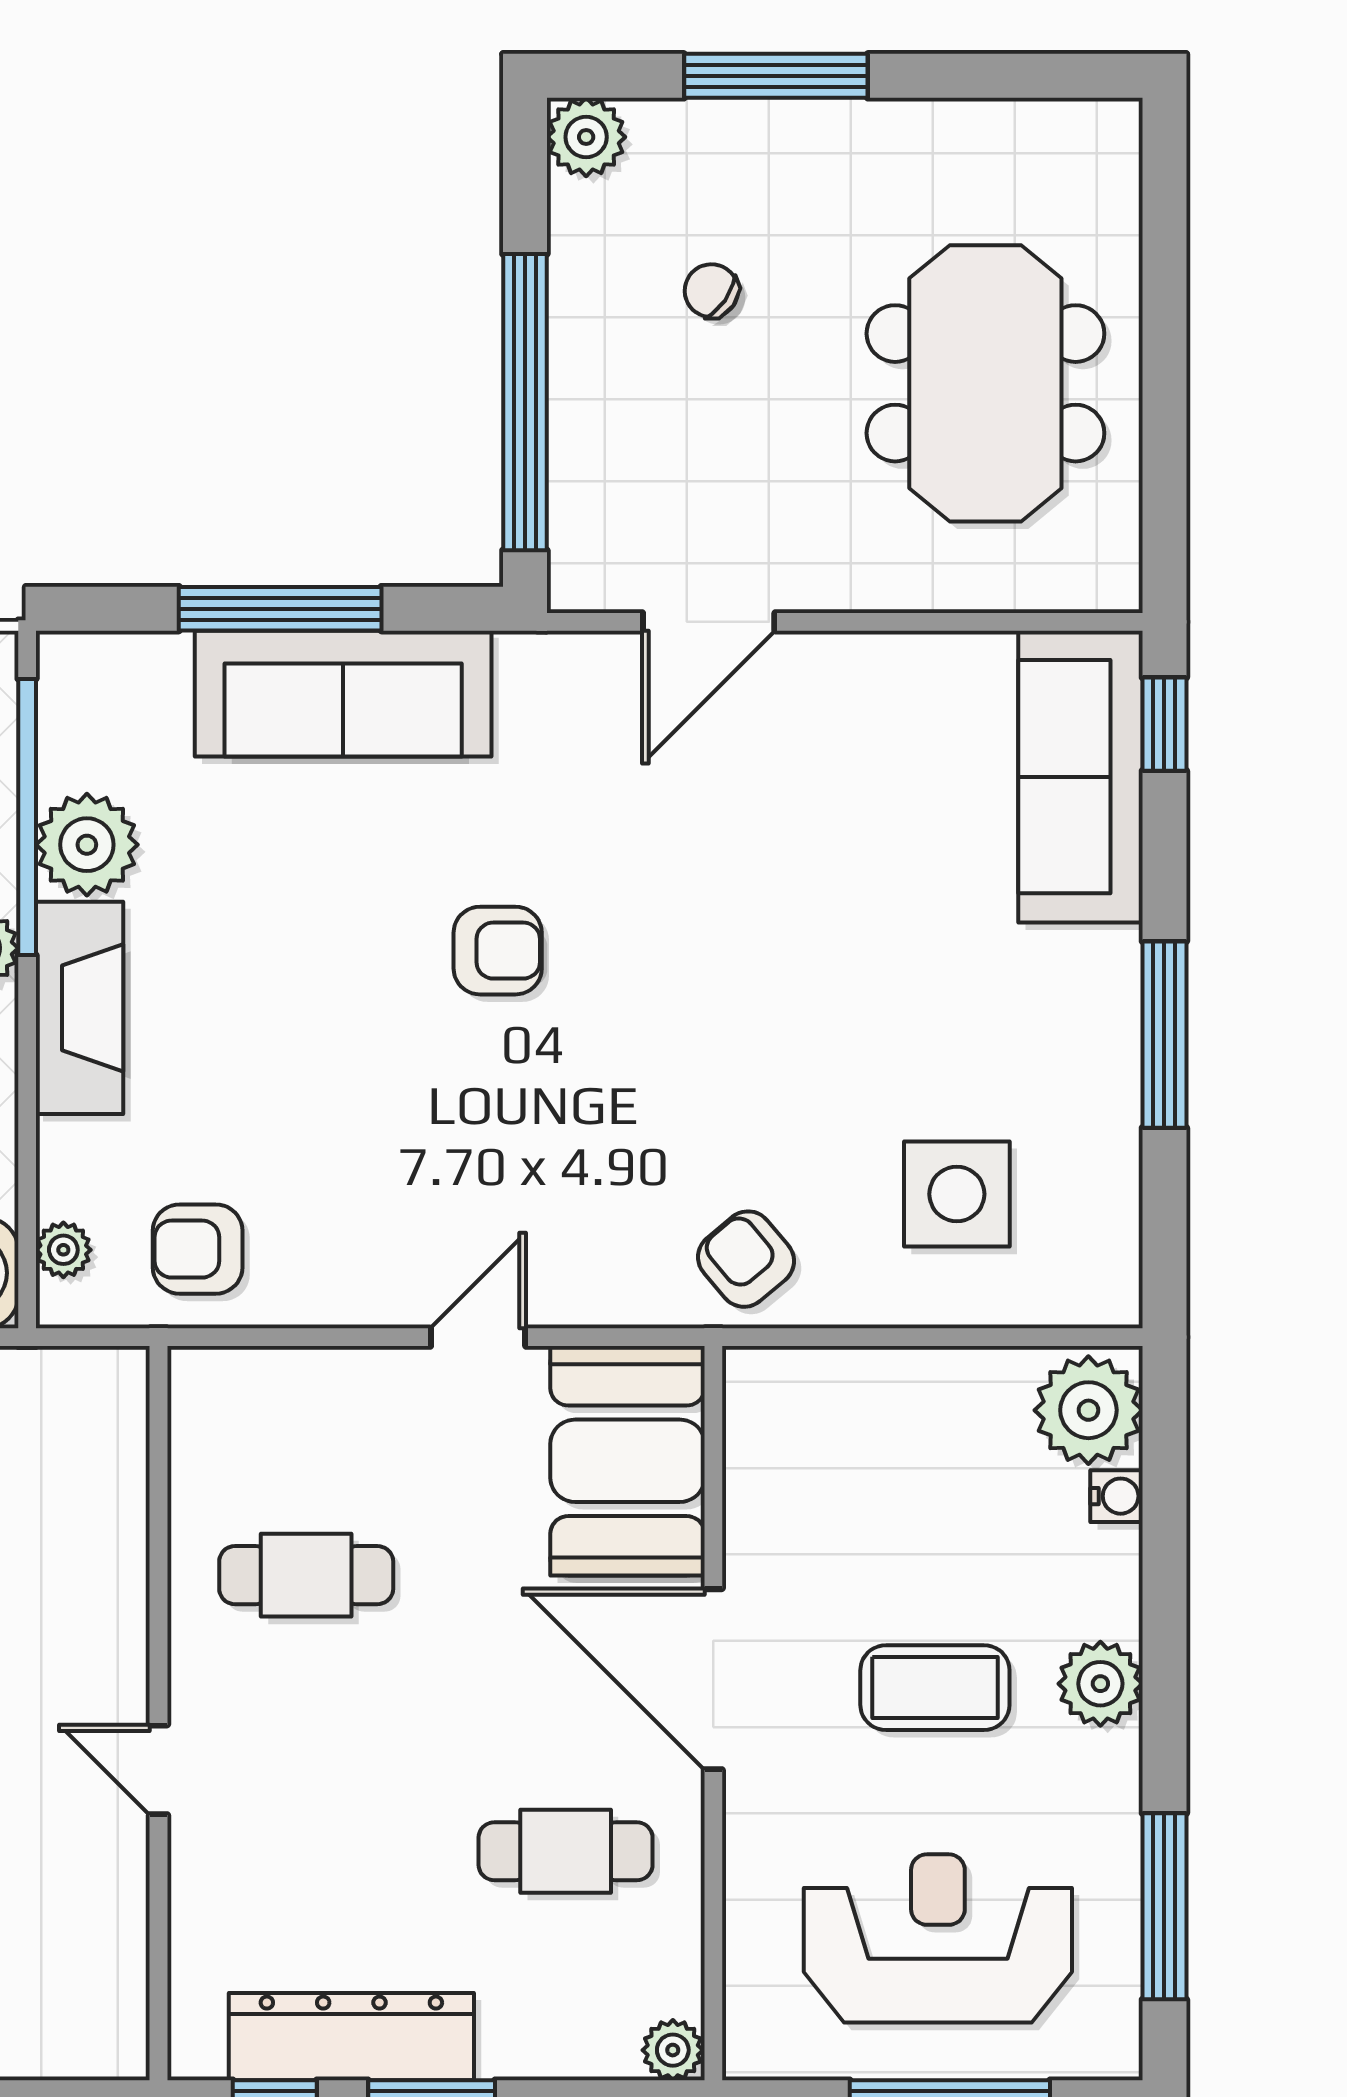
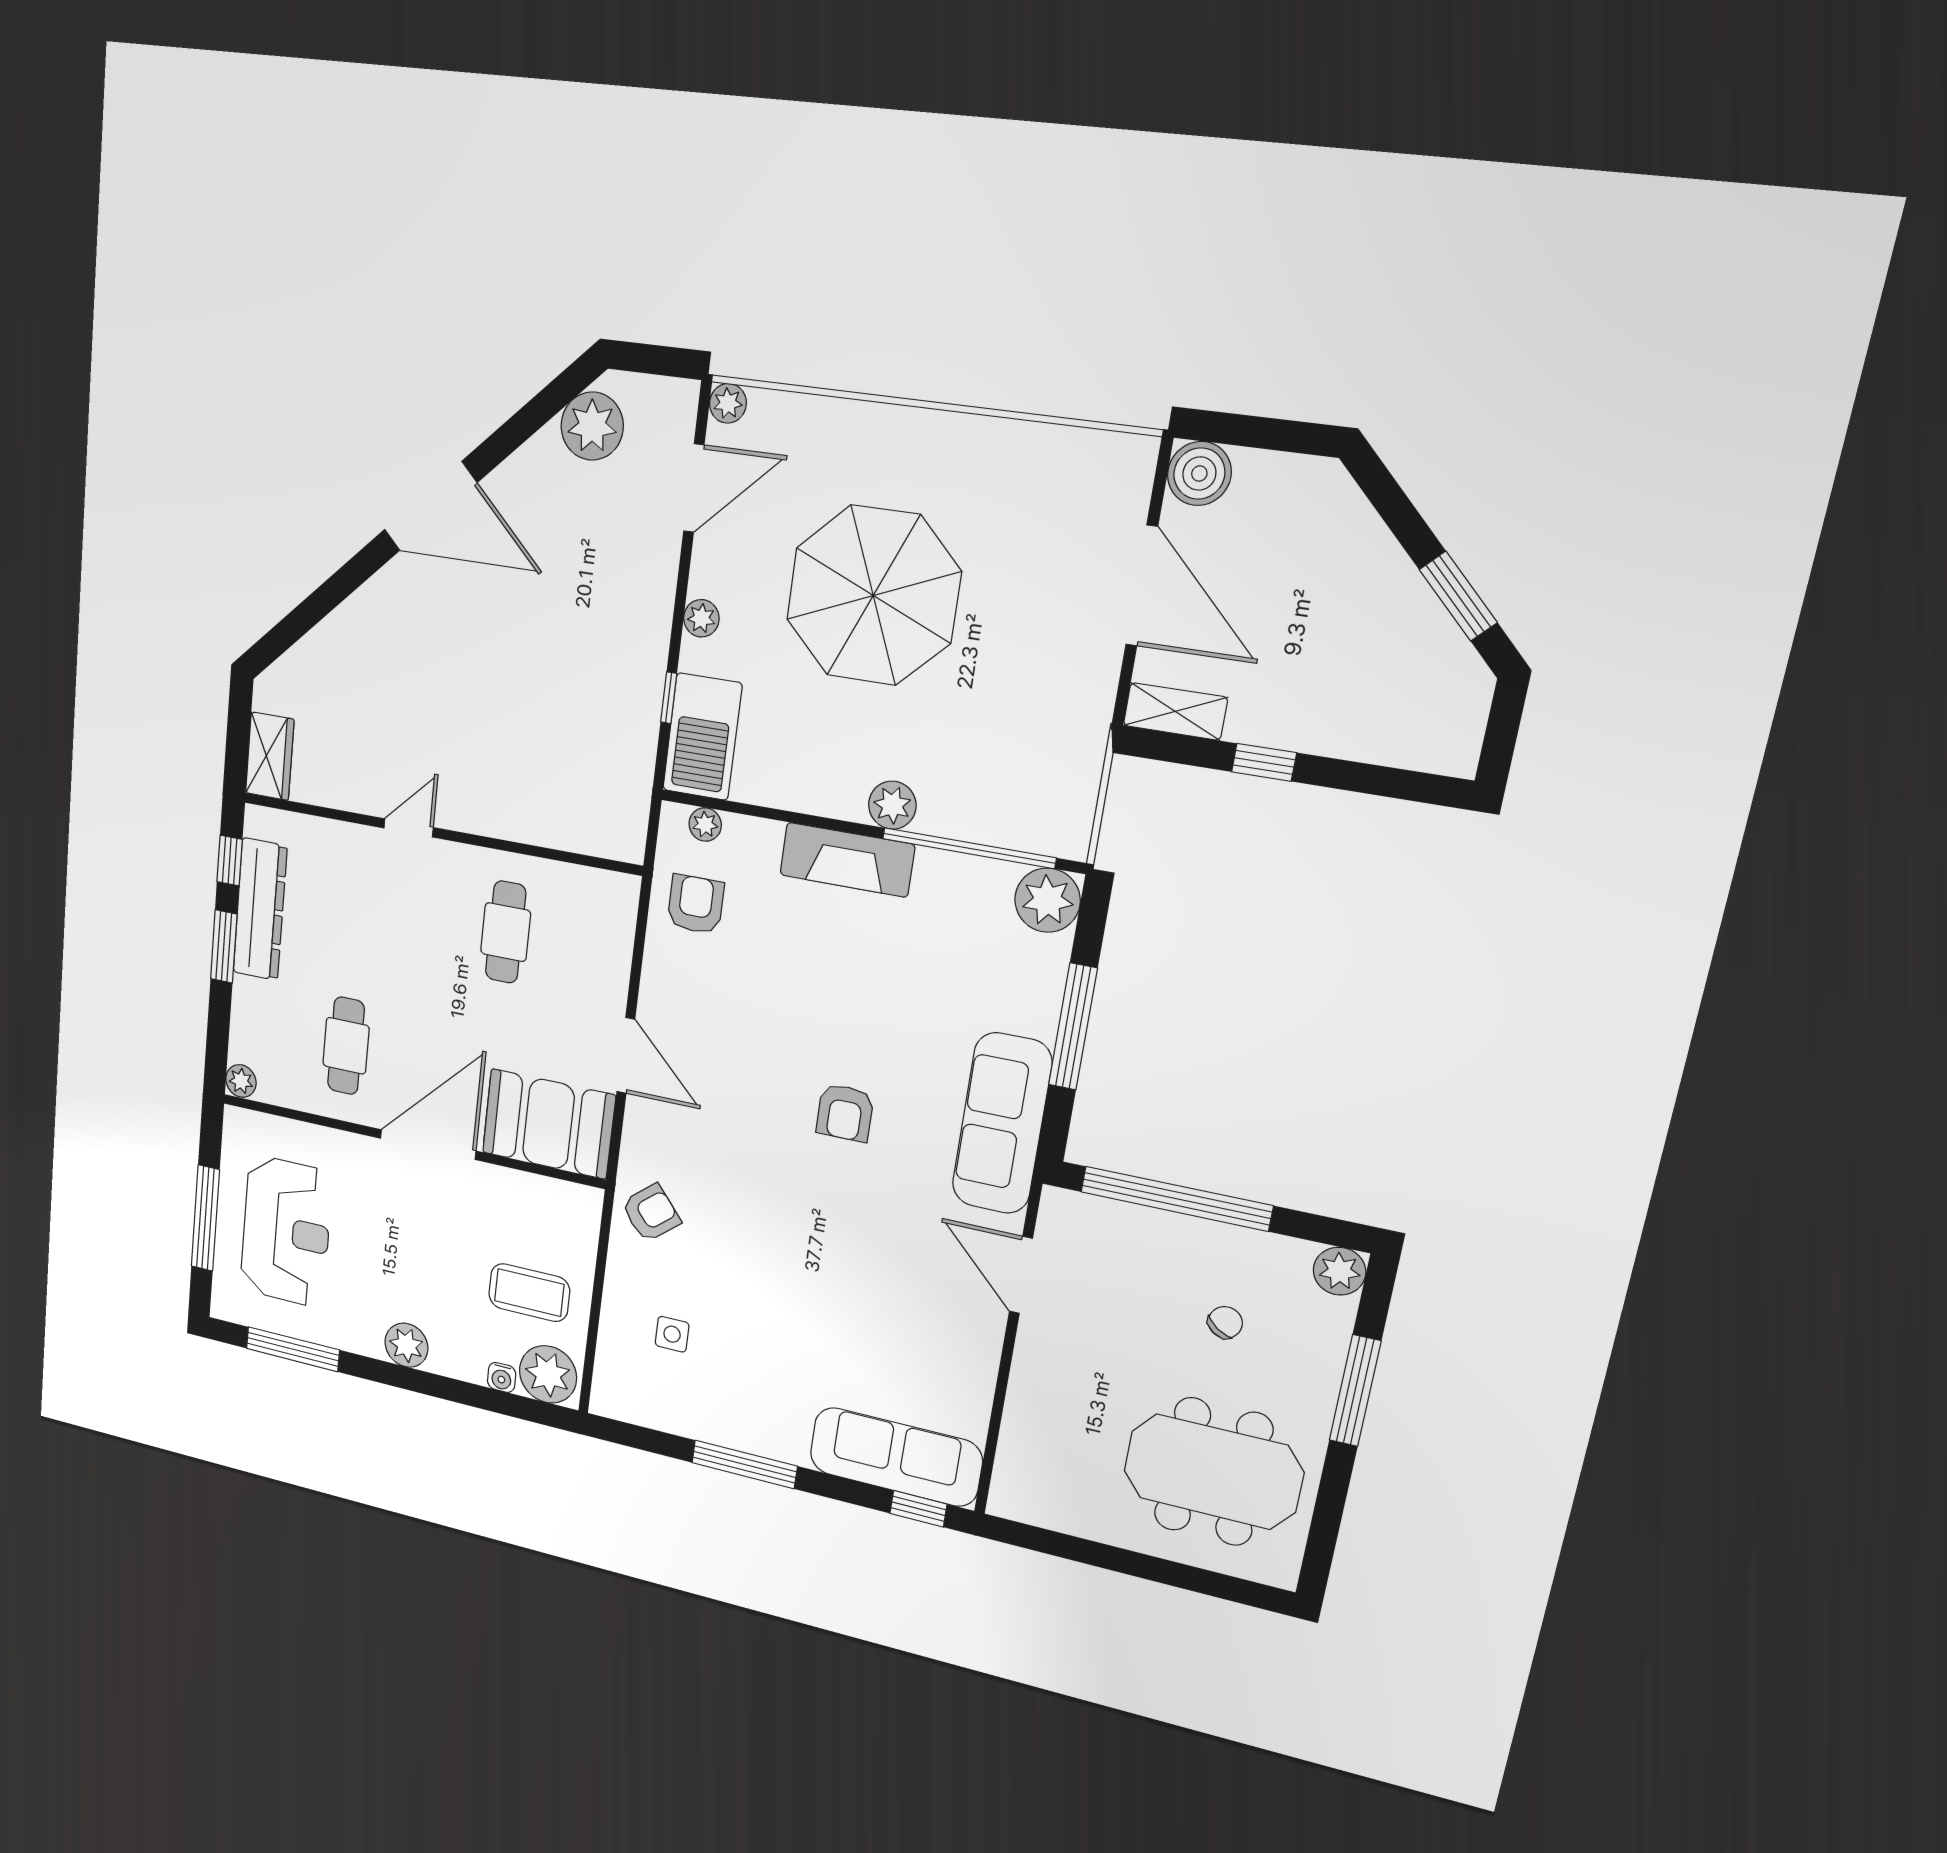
meeting table: (985, 383) -> (1213, 1472), moved
sofa: (343, 694) -> (1002, 1123), moved
plant: (87, 845) -> (1048, 900), moved
side table: (957, 1194) -> (672, 1334), width x0.54, depth x0.54
door: (478, 1337) -> (626, 1056), width x1.38
coffee table: (935, 1688) -> (529, 1293), moved, turned 90
wardrobe: (79, 2039) -> (270, 756), added

